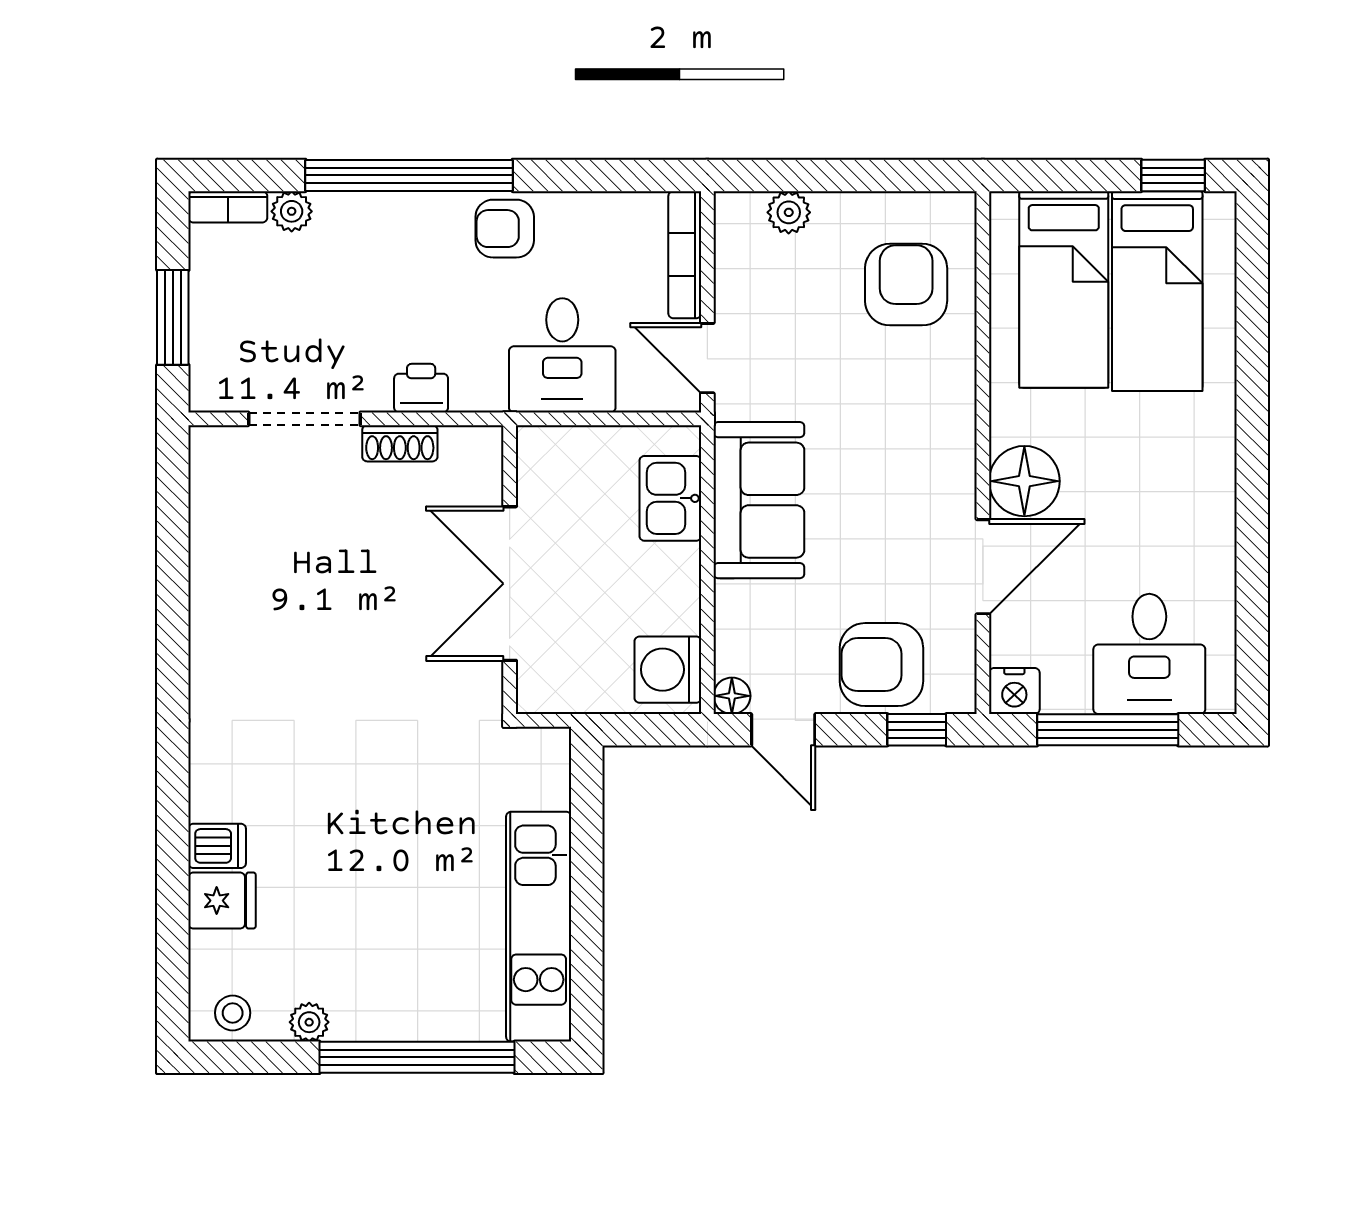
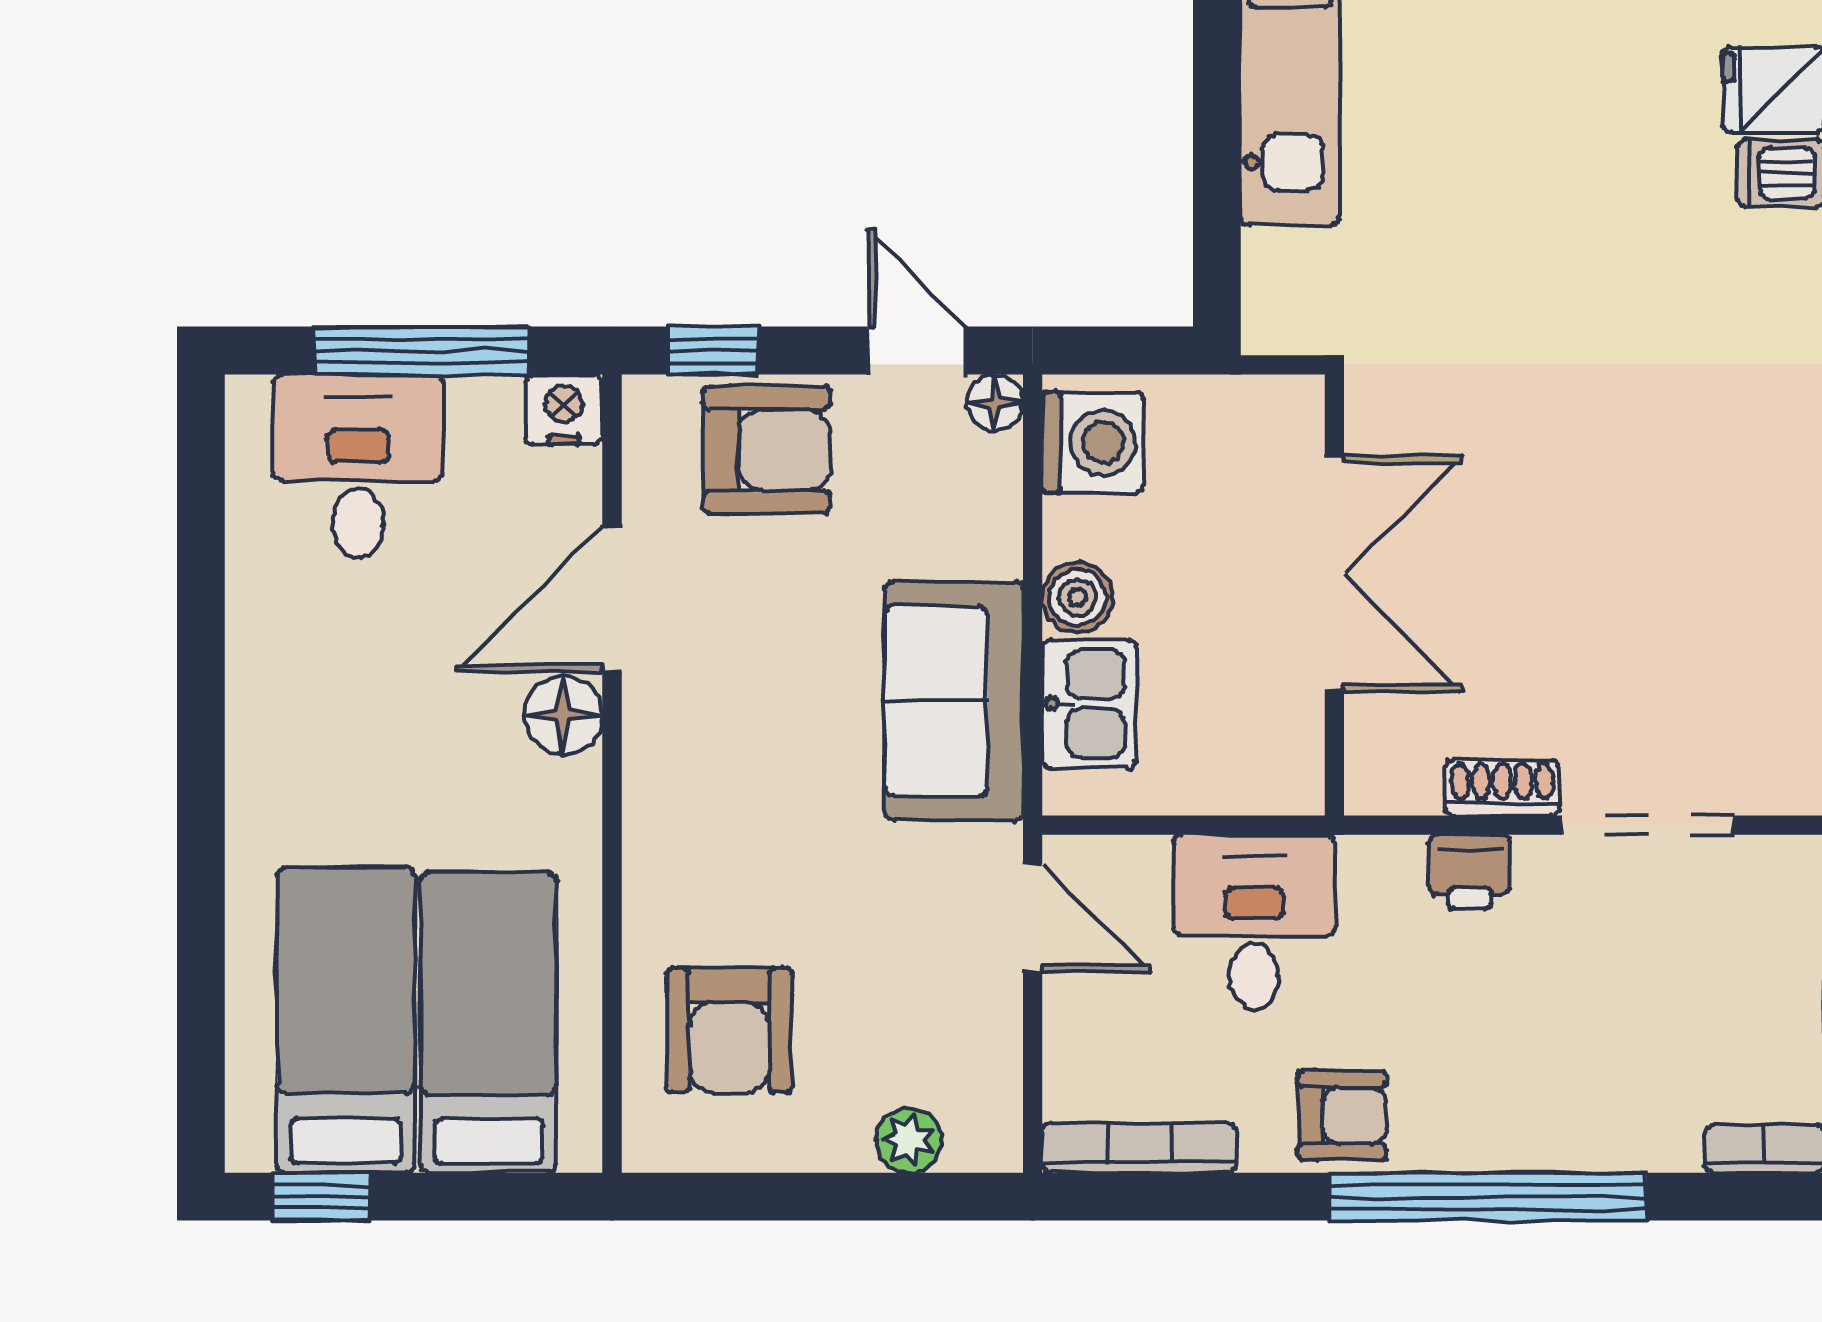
plant: (292, 211) -> (1667, 1142), removed
bookcase: (685, 255) -> (1139, 1148), moved, turned -90
floor lamp: (1024, 481) -> (563, 715), width x0.73, depth x0.73
boiler: (678, 568) -> (1078, 597), added

